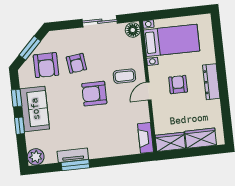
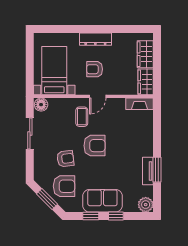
door: (149, 91) -> (98, 96), hinge flipped
armchair: (94, 94) -> (94, 146), turned -90

